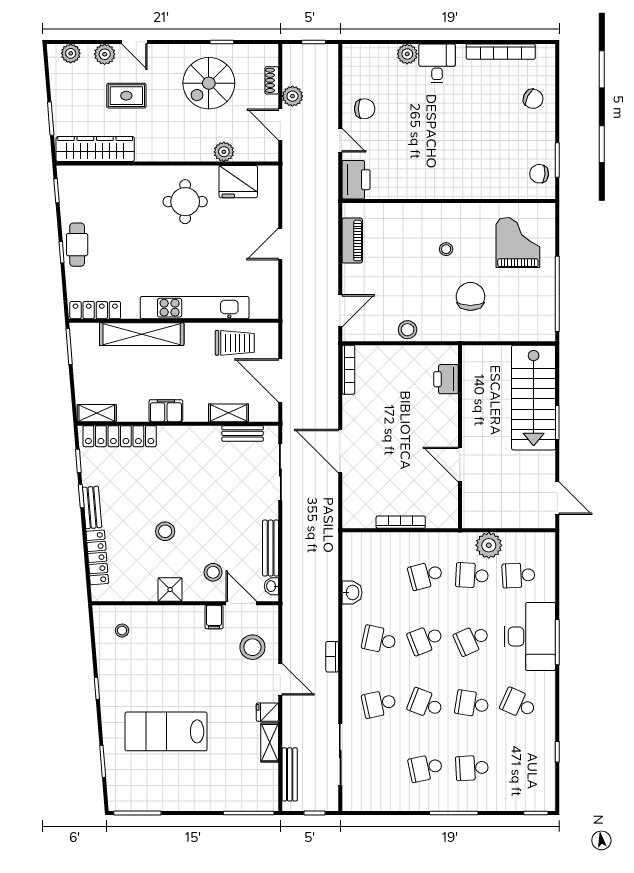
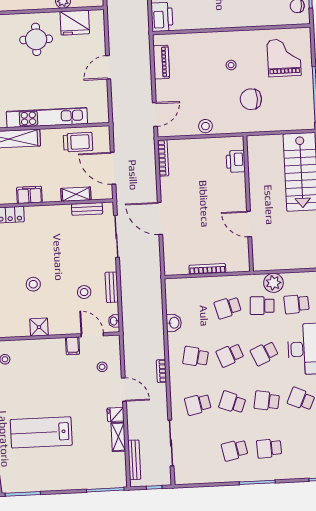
chair: (470, 296) -> (251, 99), turned -90
bench: (271, 548) -> (112, 287), width x0.73
stool: (213, 572) -> (84, 292), moved
stool: (252, 647) -> (102, 367), width x0.53, depth x0.53

